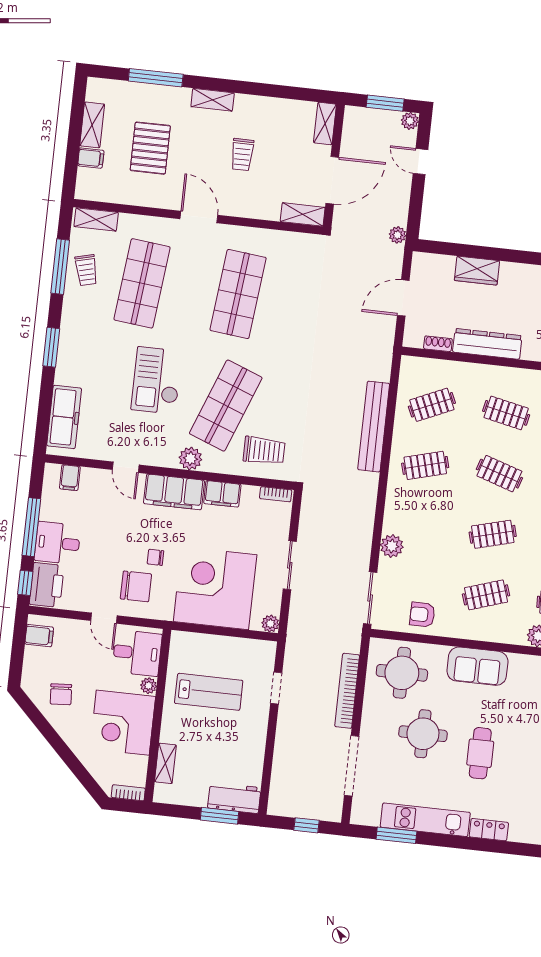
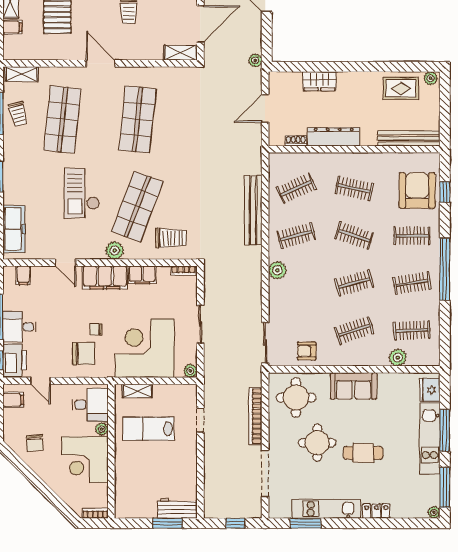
plant: (392, 546) -> (277, 270), moved
door: (104, 618) -> (40, 381), moved
lab bench: (209, 692) -> (149, 429), turned 180
cafe table: (480, 753) -> (363, 453), turned 90
shelving: (165, 763) -> (137, 391), moved, turned 90

